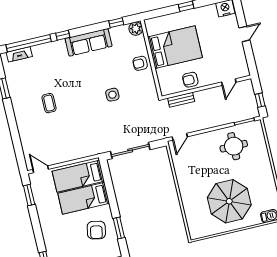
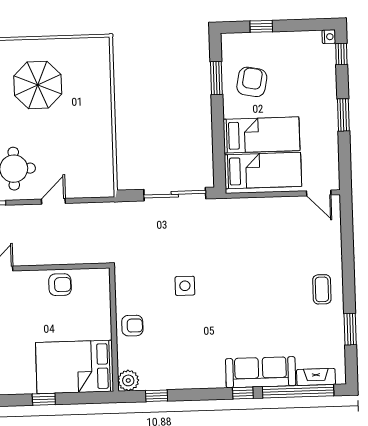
sofa: (89, 42) -> (261, 372), moved
bed: (175, 47) -> (75, 367), moved
bench: (181, 100) -> (81, 257), removed
coffee table: (49, 103) -> (322, 289), moved
door: (180, 137) -> (53, 201), moved
window: (29, 195) -> (343, 115), moved
parasol: (229, 201) -> (38, 85), width x0.73, depth x0.73

